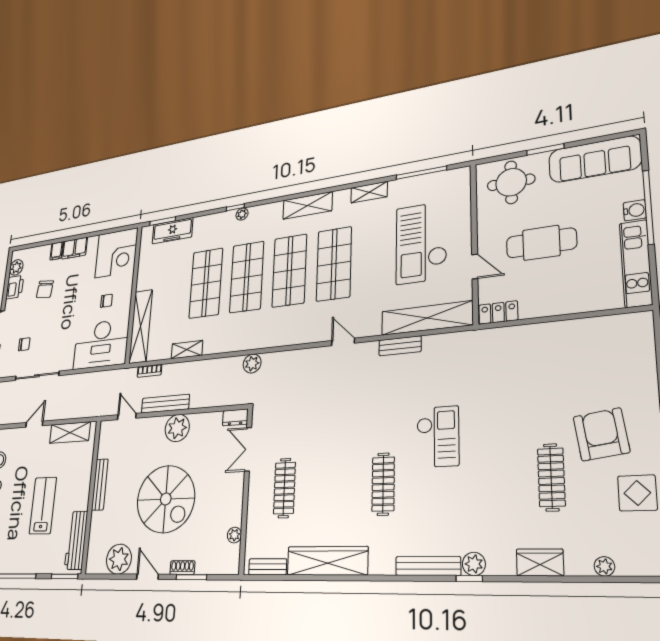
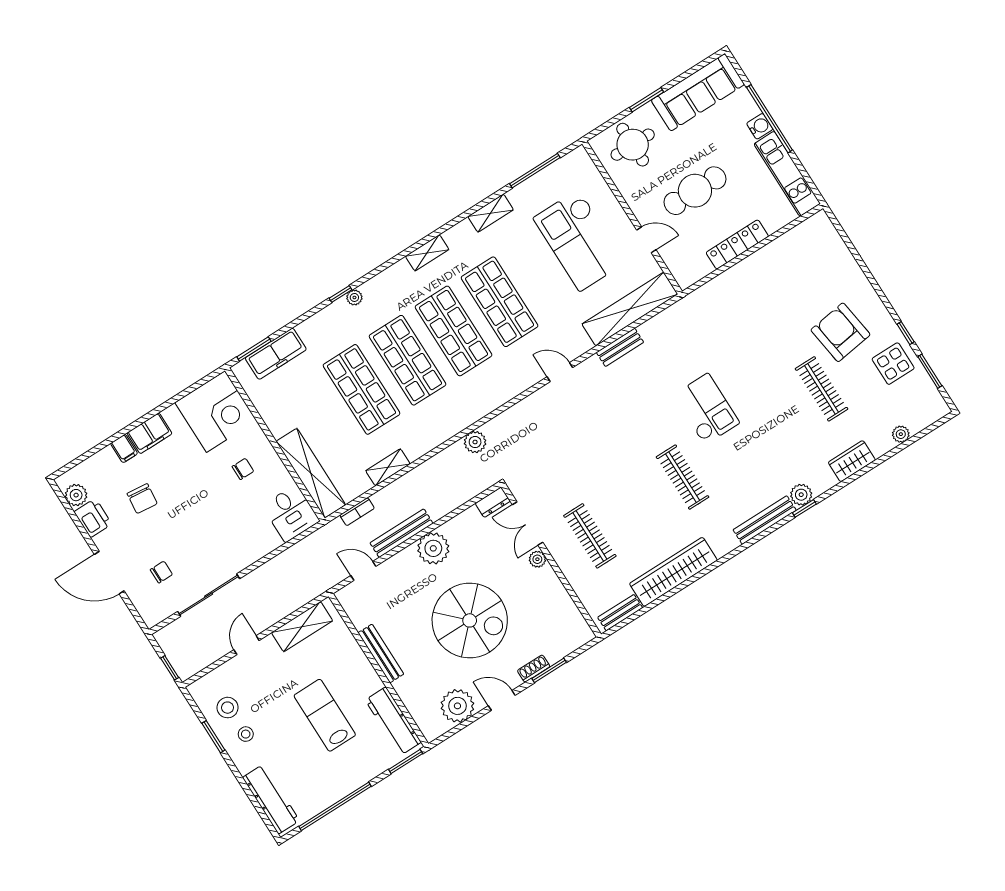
shelving: (308, 205) -> (427, 253), width x0.67, depth x0.75
locker: (498, 312) -> (737, 244), moved, width x1.53
desk: (101, 344) -> (291, 513), width x0.53, depth x0.77
plant: (234, 535) -> (537, 559), moved

